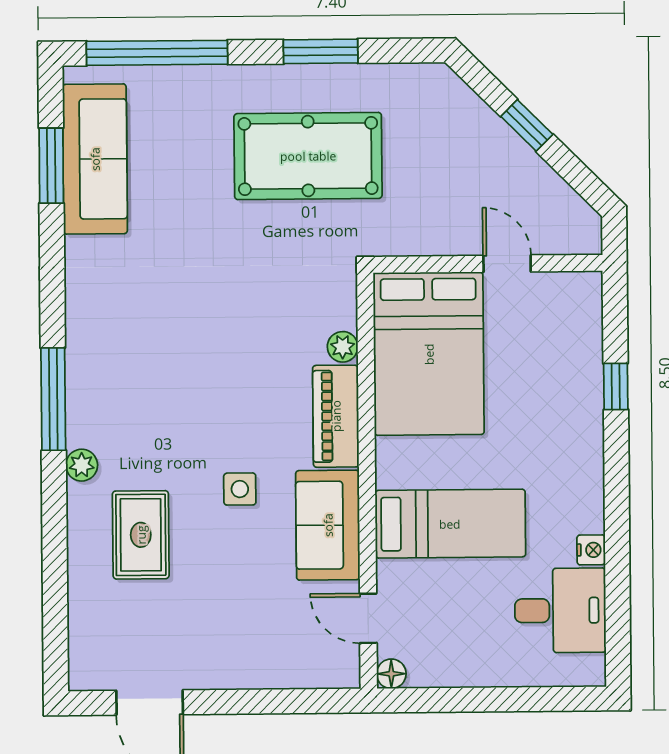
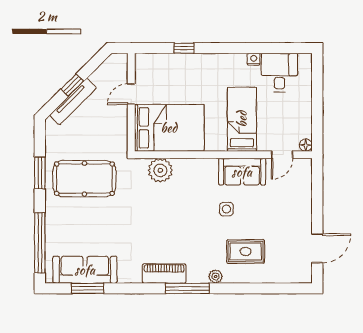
tv unit: (488, 128) -> (73, 102), added
pool table: (308, 156) -> (84, 179), turned 90
plant: (343, 347) -> (160, 170), width x1.88, depth x1.88
piano: (336, 416) -> (164, 274), moved, turned 180

